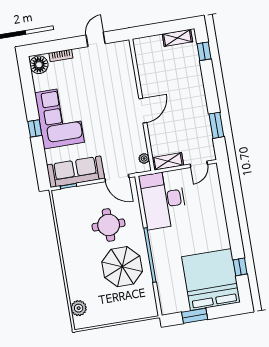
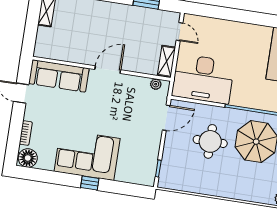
door: (143, 111) -> (108, 70), hinge flipped
sofa: (76, 172) -> (59, 76), moved, turned -90

